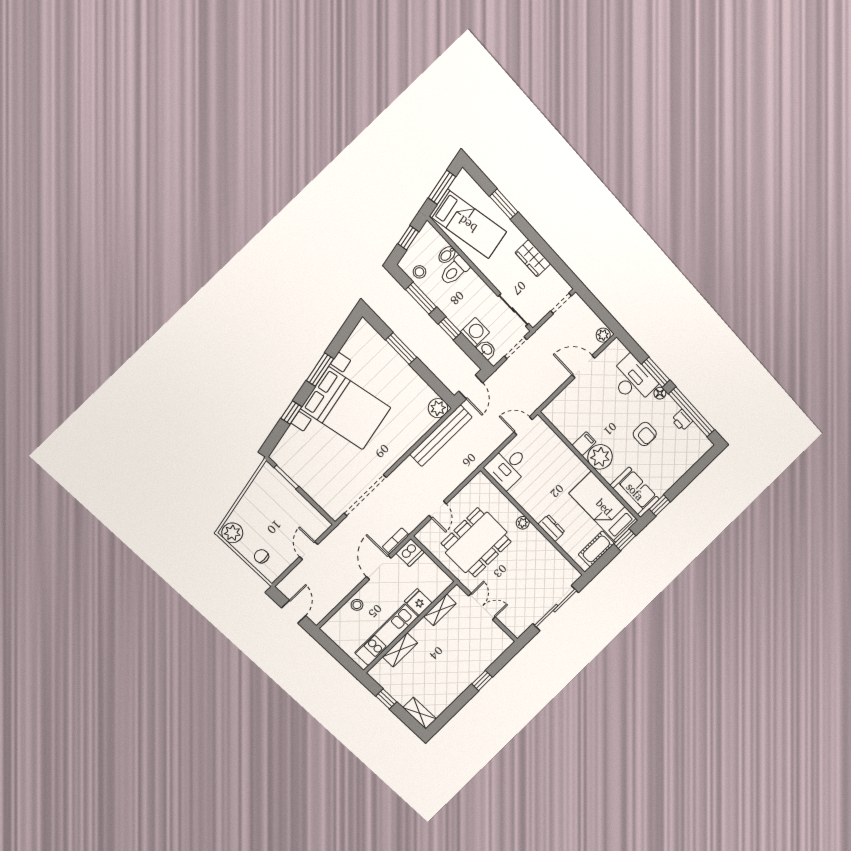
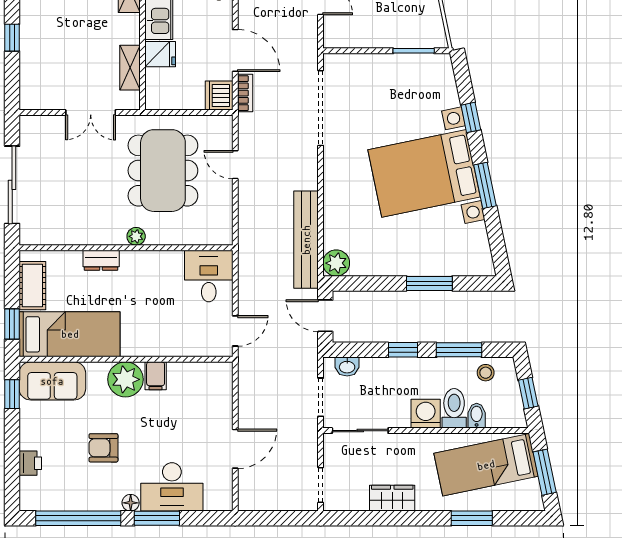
washing machine: (475, 332) -> (426, 414), moved, turned 180
plant: (603, 335) -> (247, 499), removed
printer: (682, 420) -> (30, 463), moved, turned 90

